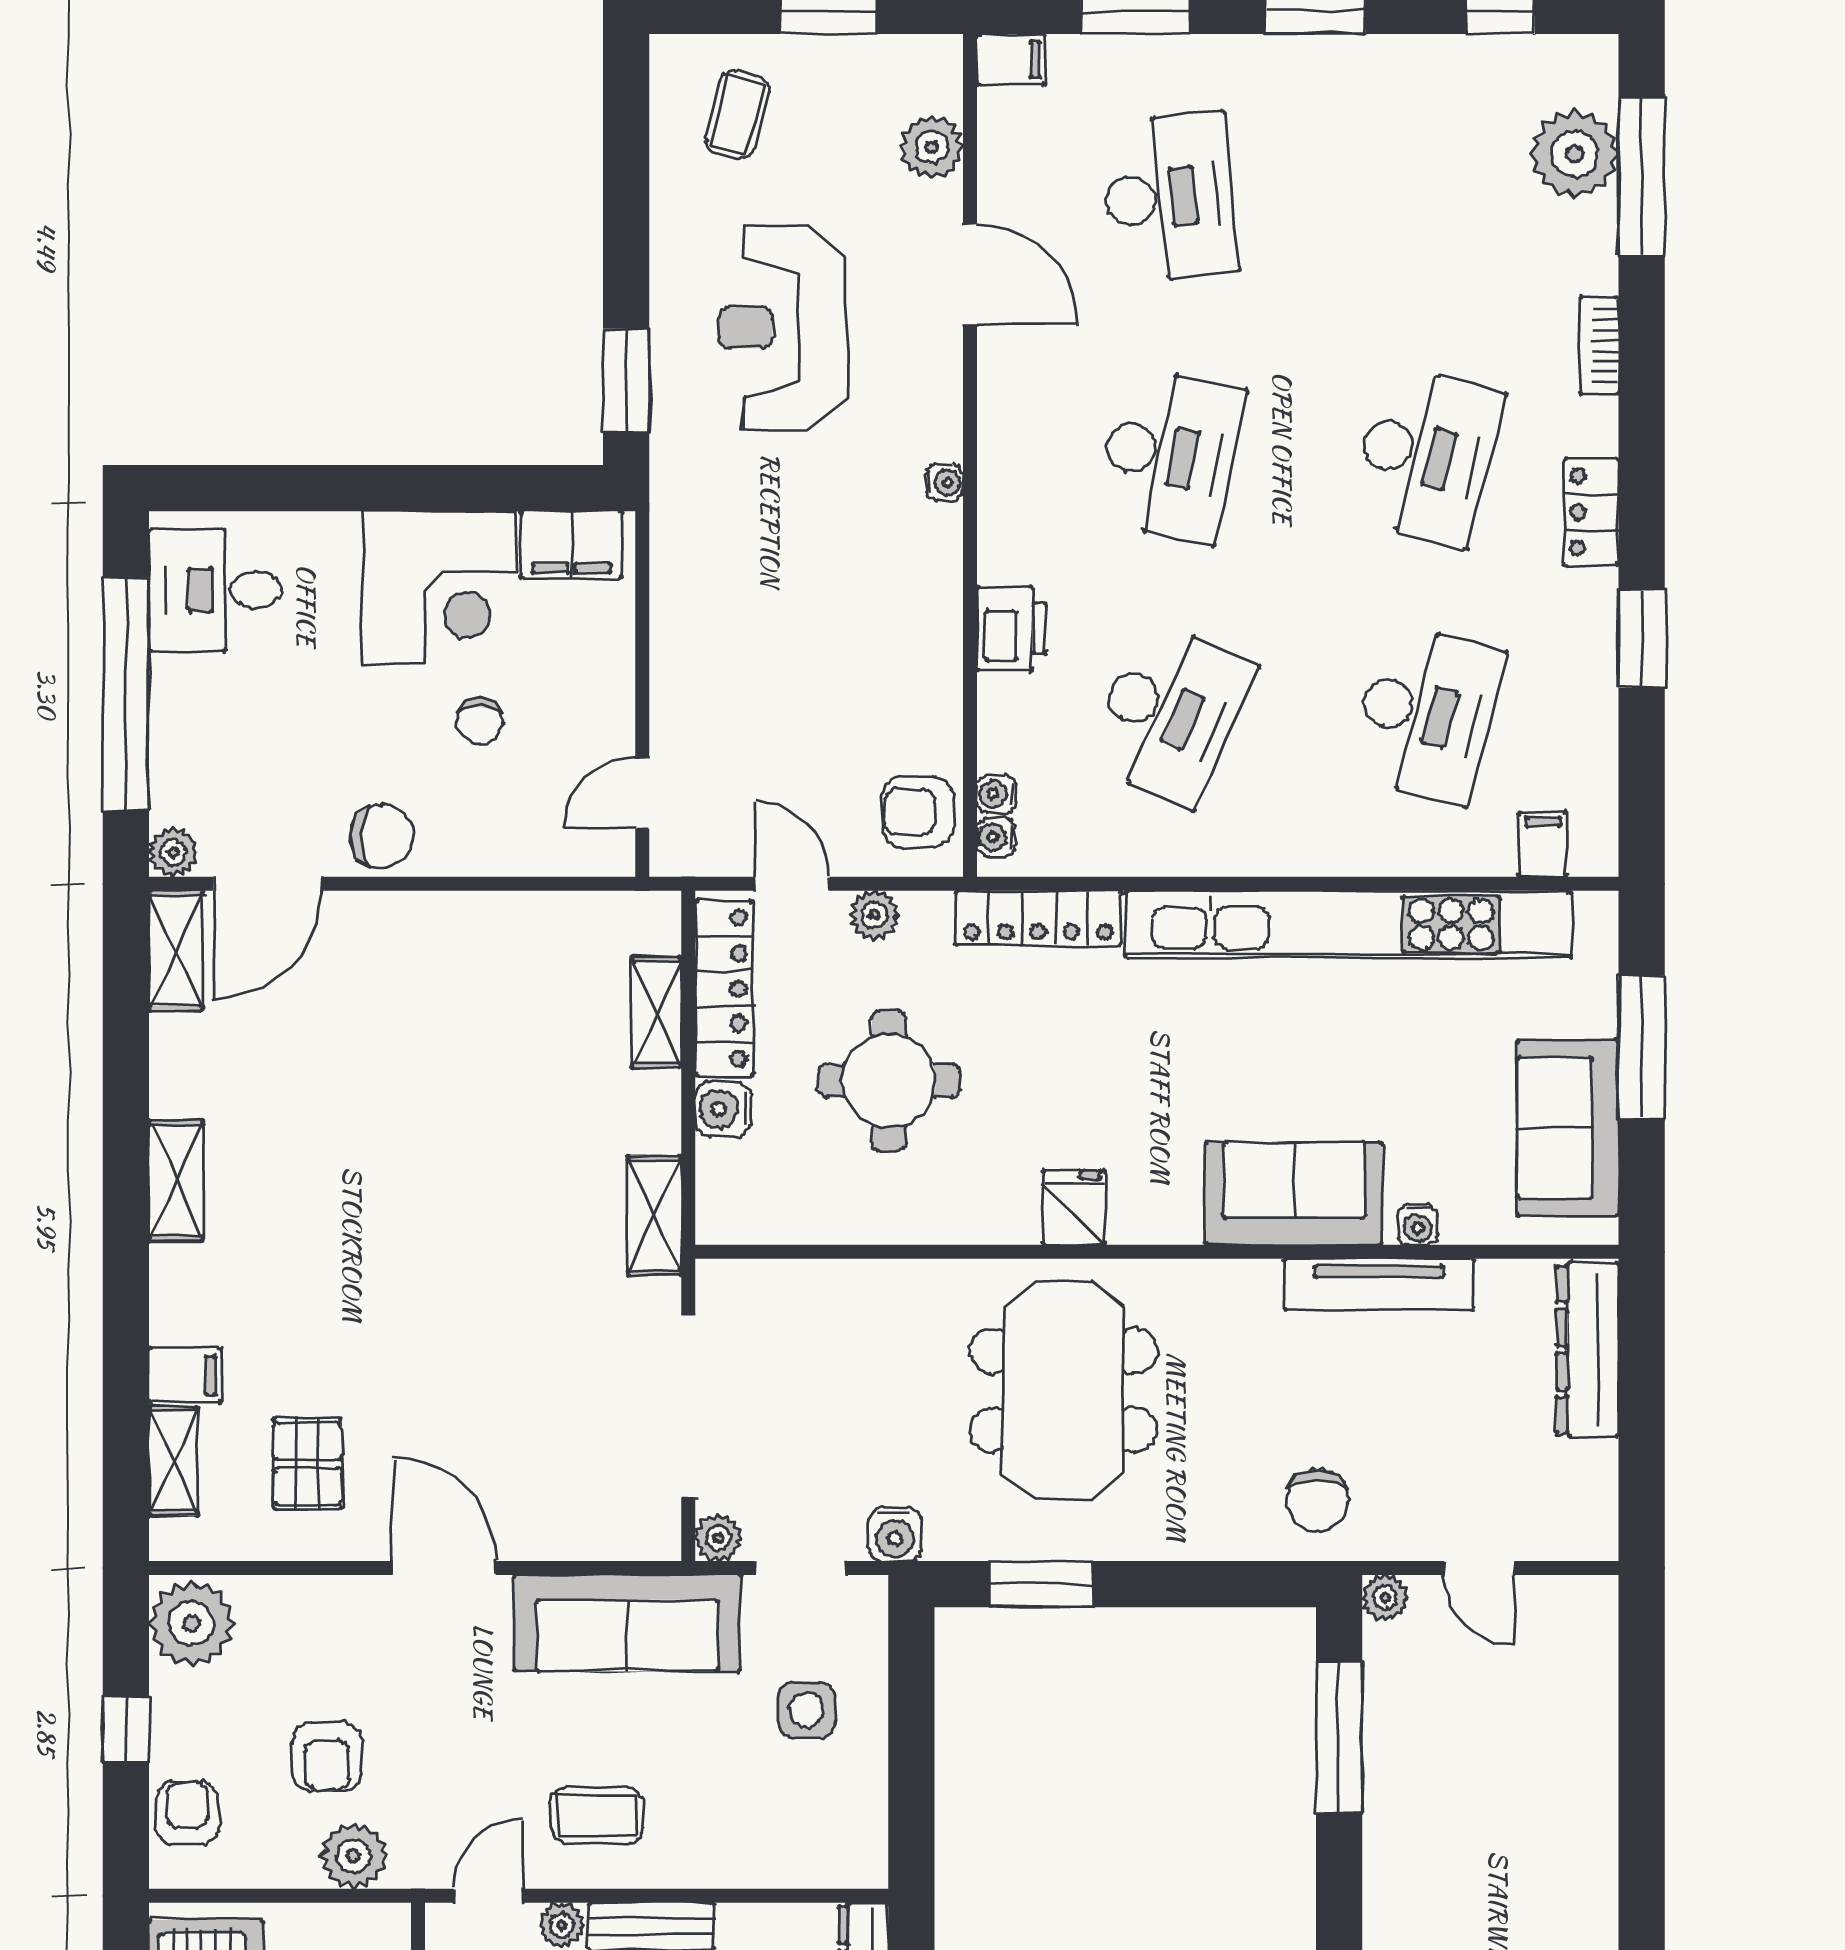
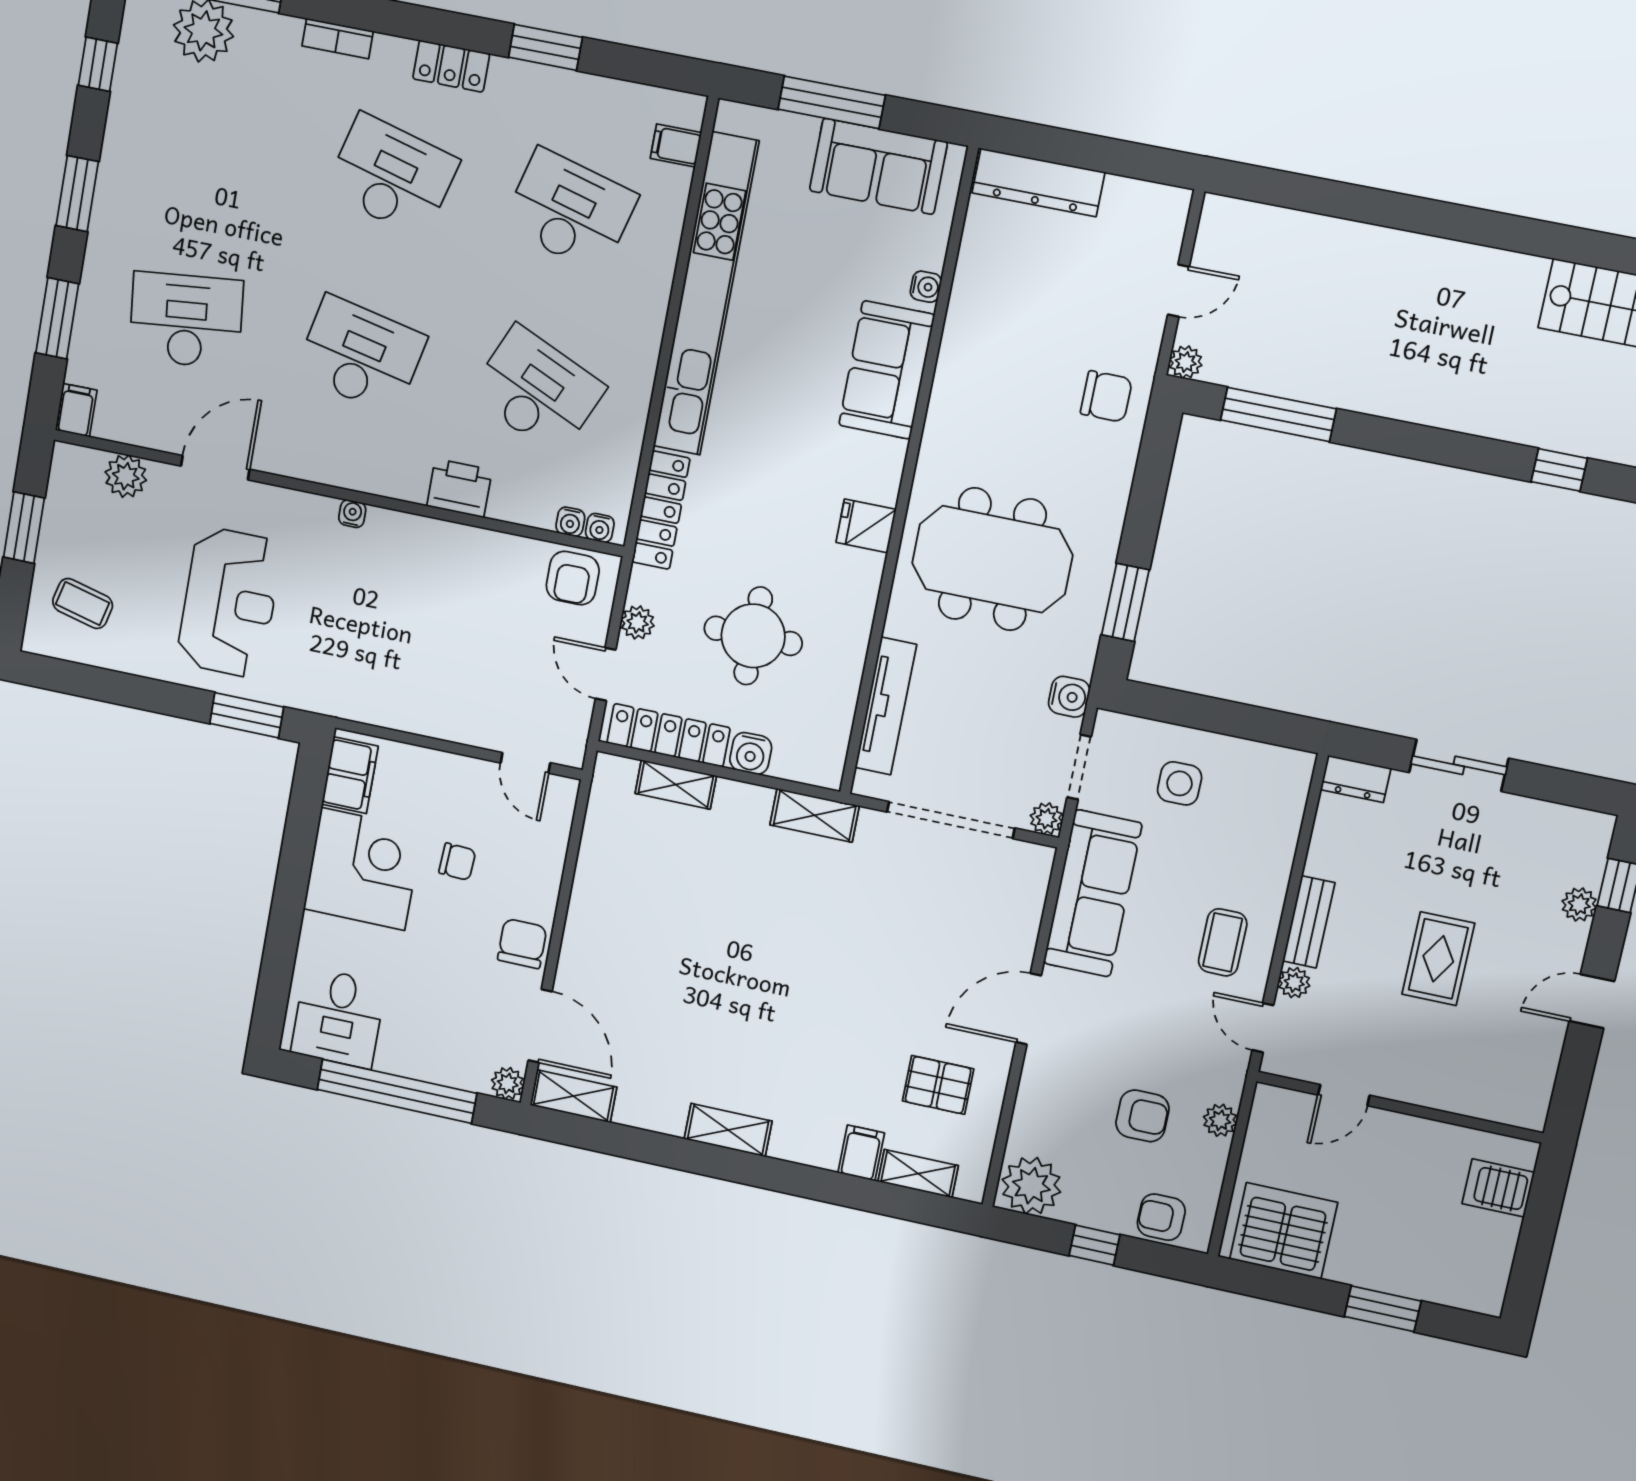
reception desk: (783, 328) -> (229, 602), turned -90
door: (792, 884) -> (606, 674), hinge flipped
tv unit: (1379, 1284) -> (886, 706), moved
plant: (353, 1856) -> (1220, 1120), width x0.73, depth x0.73

